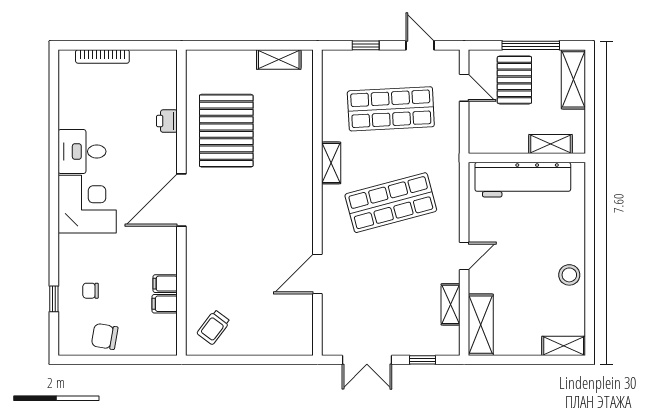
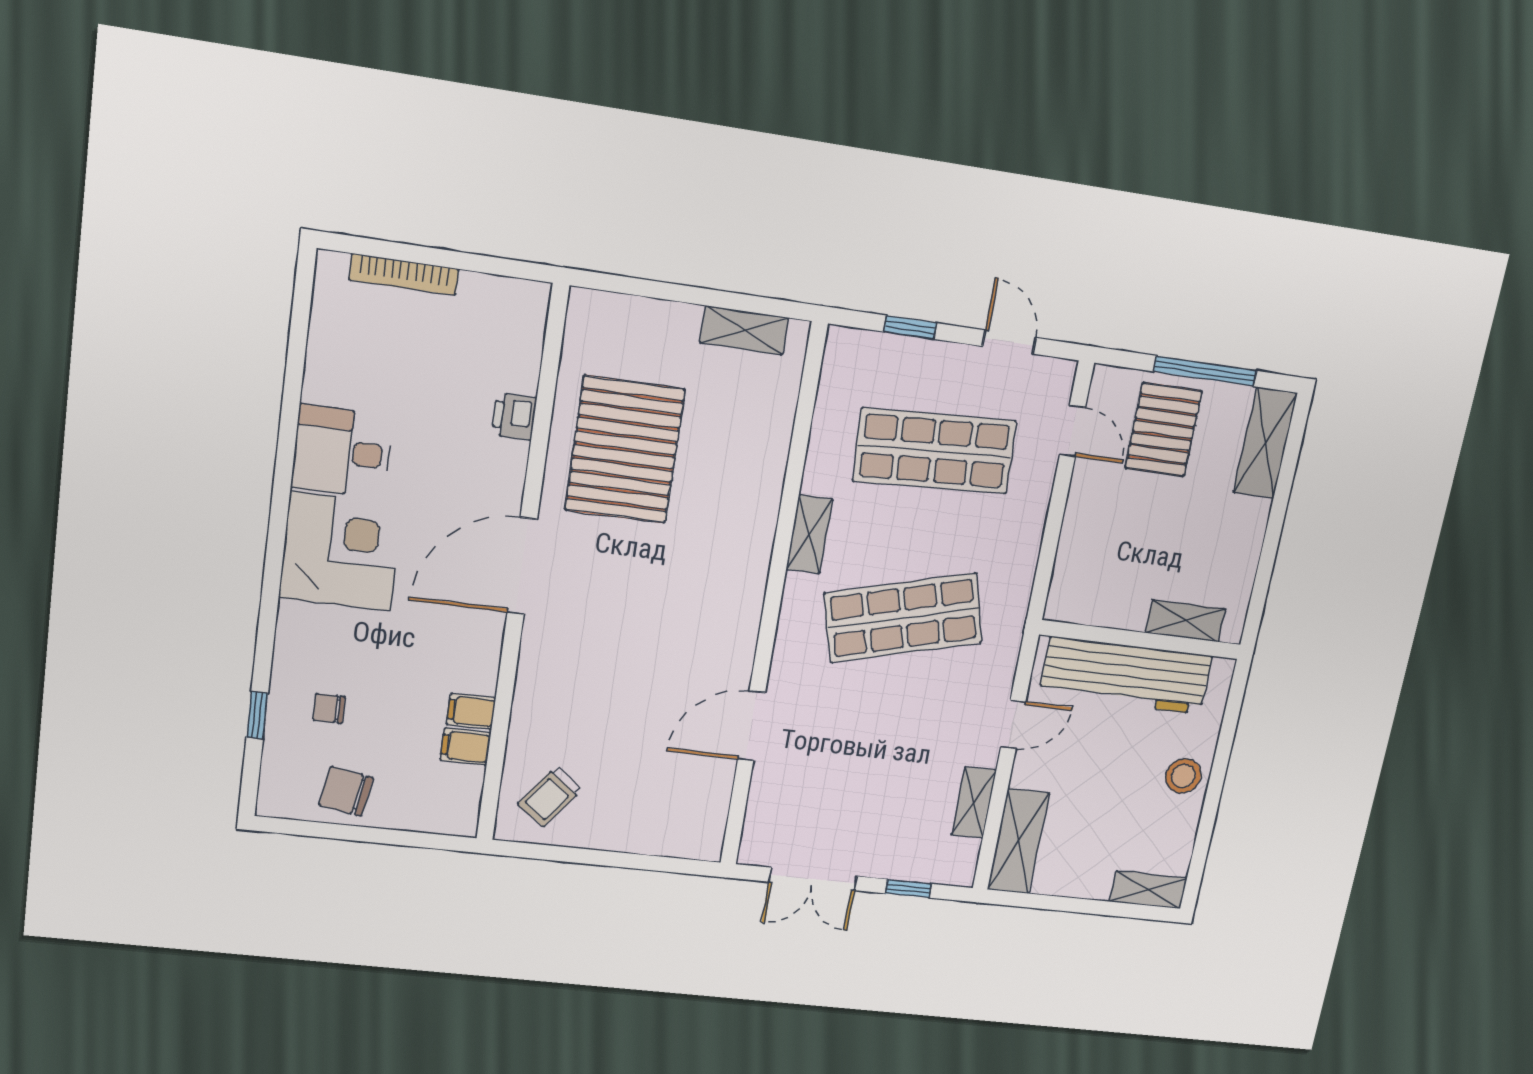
shelving: (551, 144) -> (1186, 621), moved
wall: (527, 158) -> (1140, 640), moved
workbench: (523, 180) -> (1126, 676), moved

